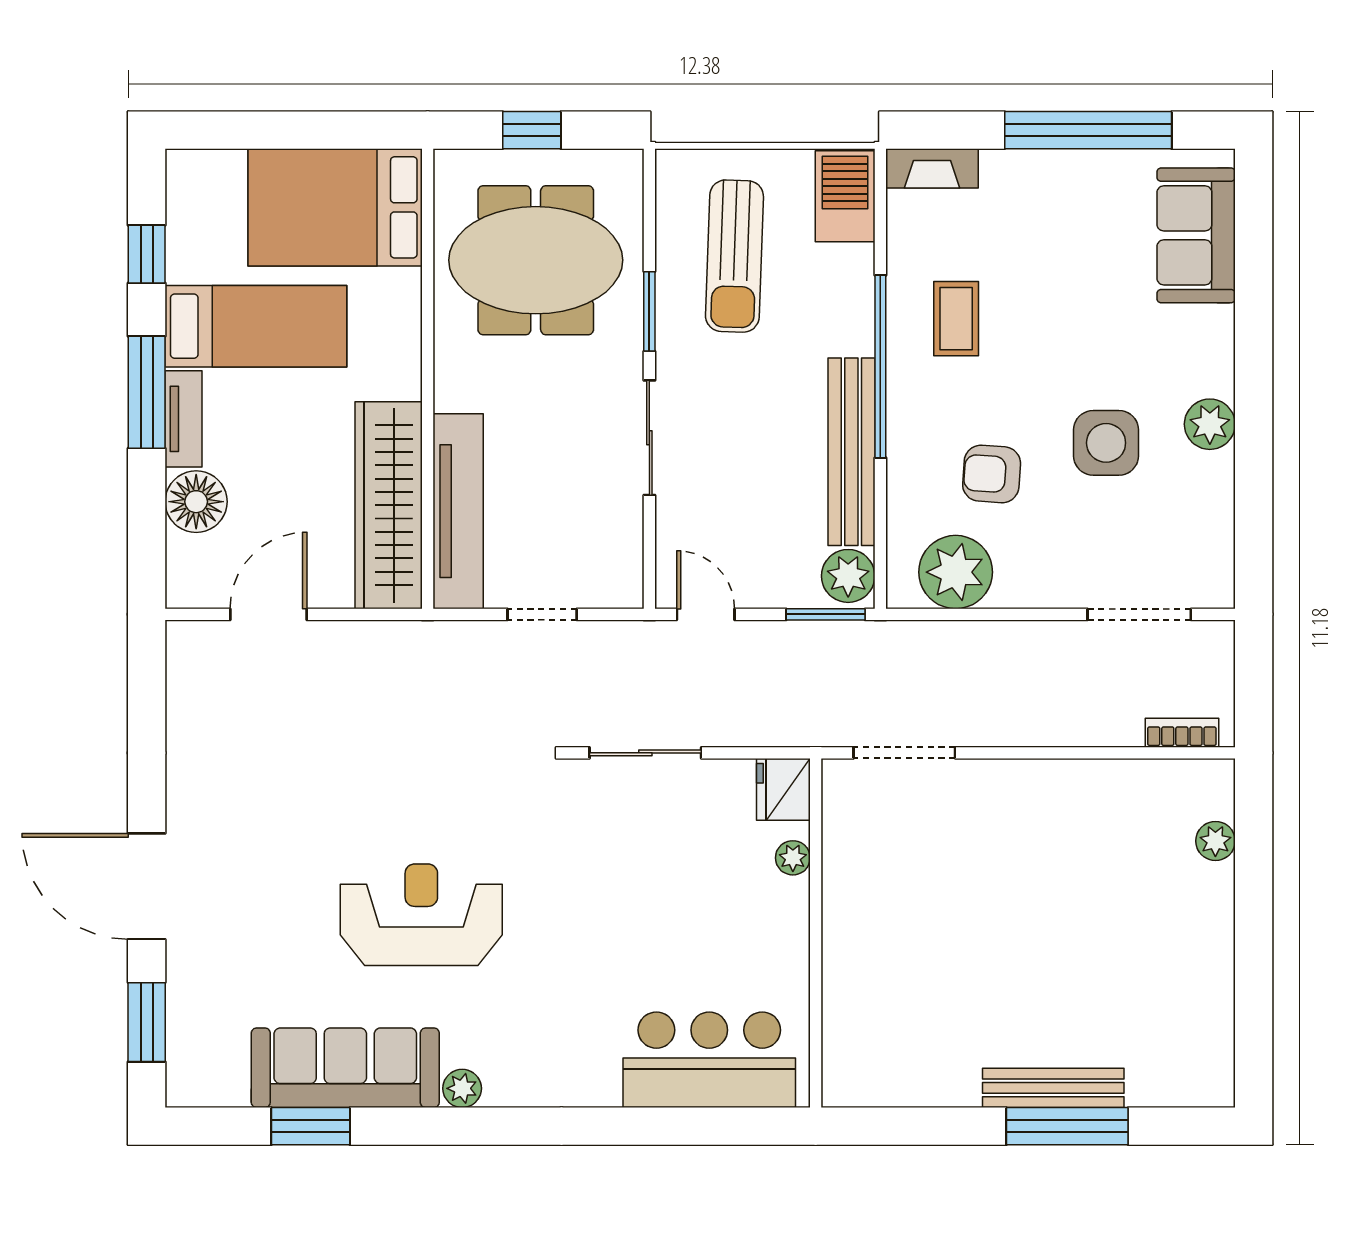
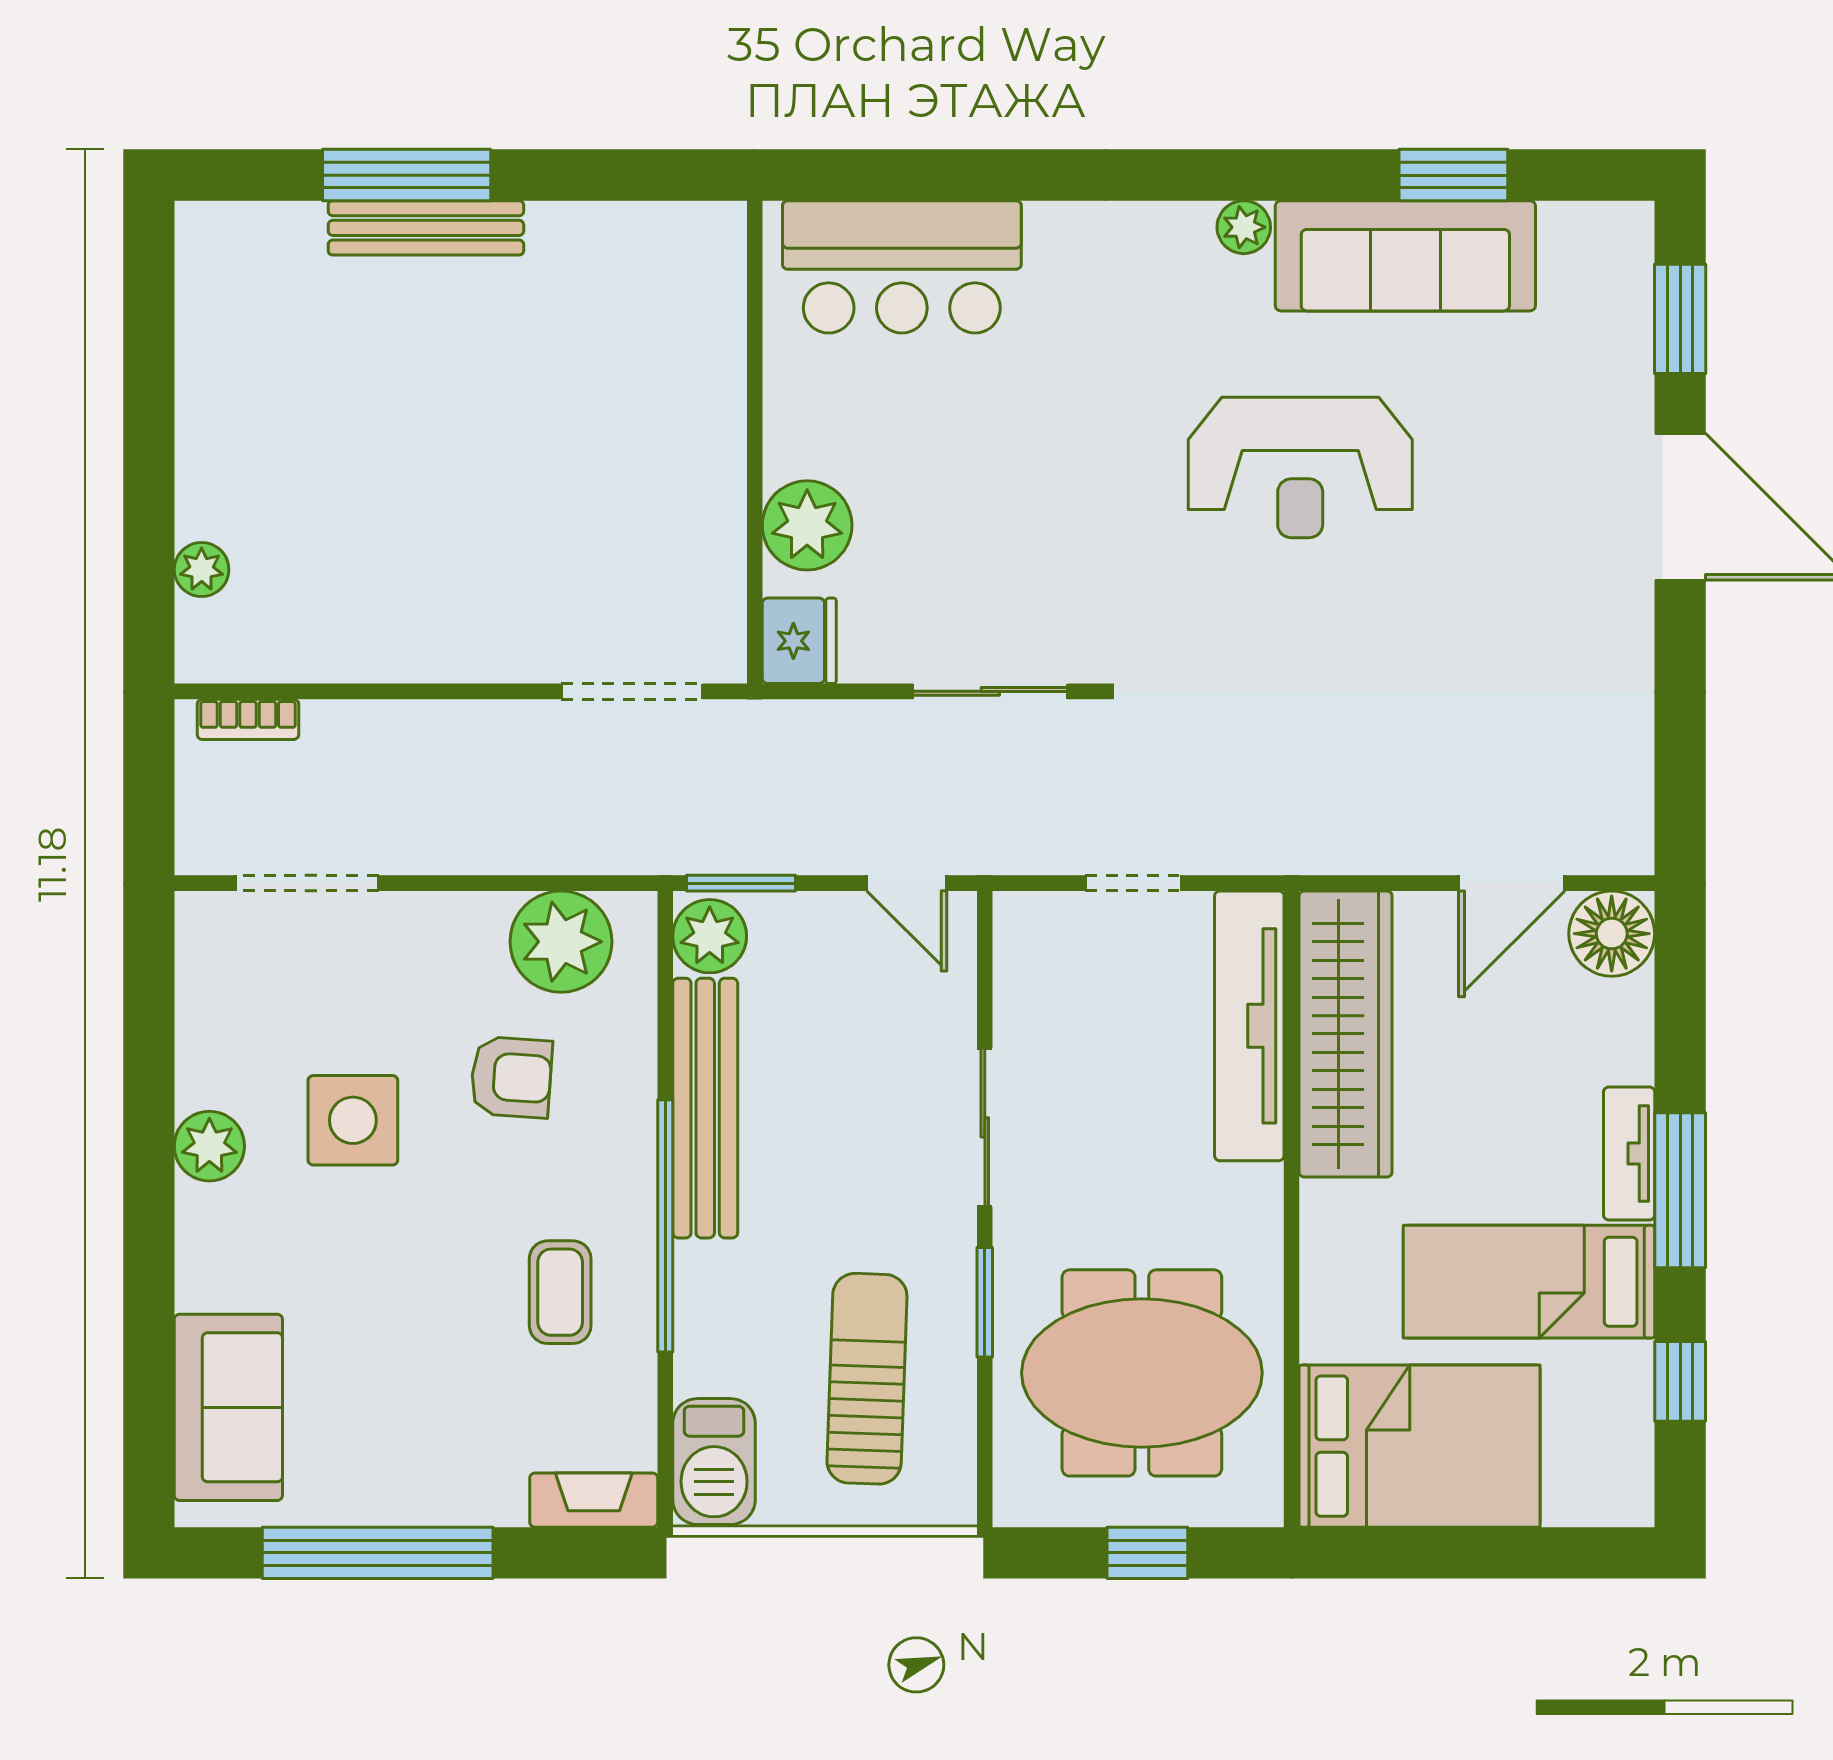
floor lamp: (196, 502) -> (1612, 934), moved
plant: (793, 858) -> (807, 525), width x1.88, depth x1.88

